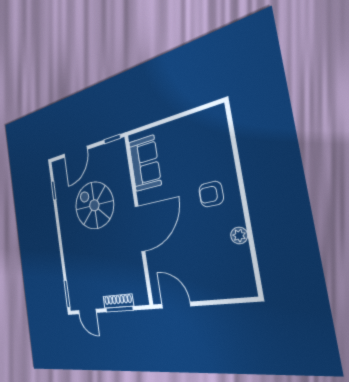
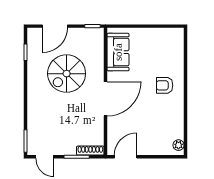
spiral stairs: (94, 205) -> (67, 74), turned -90
plant: (239, 235) -> (179, 145), moved
shoe rack: (118, 301) -> (90, 151), moved
door: (176, 305) -> (126, 157), hinge flipped

